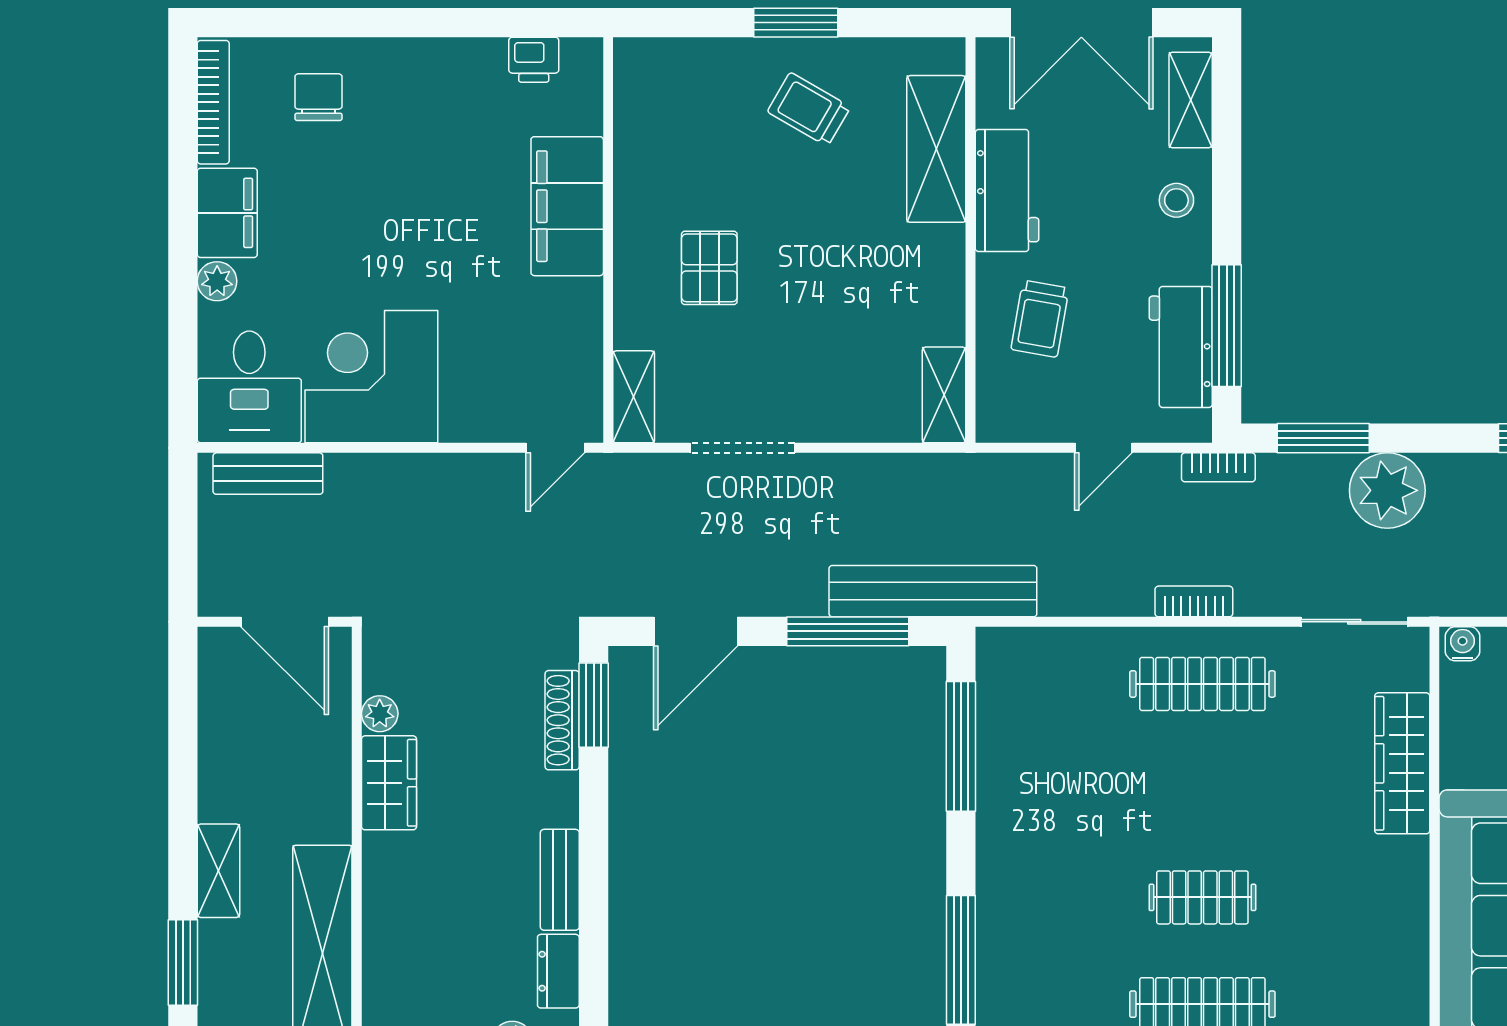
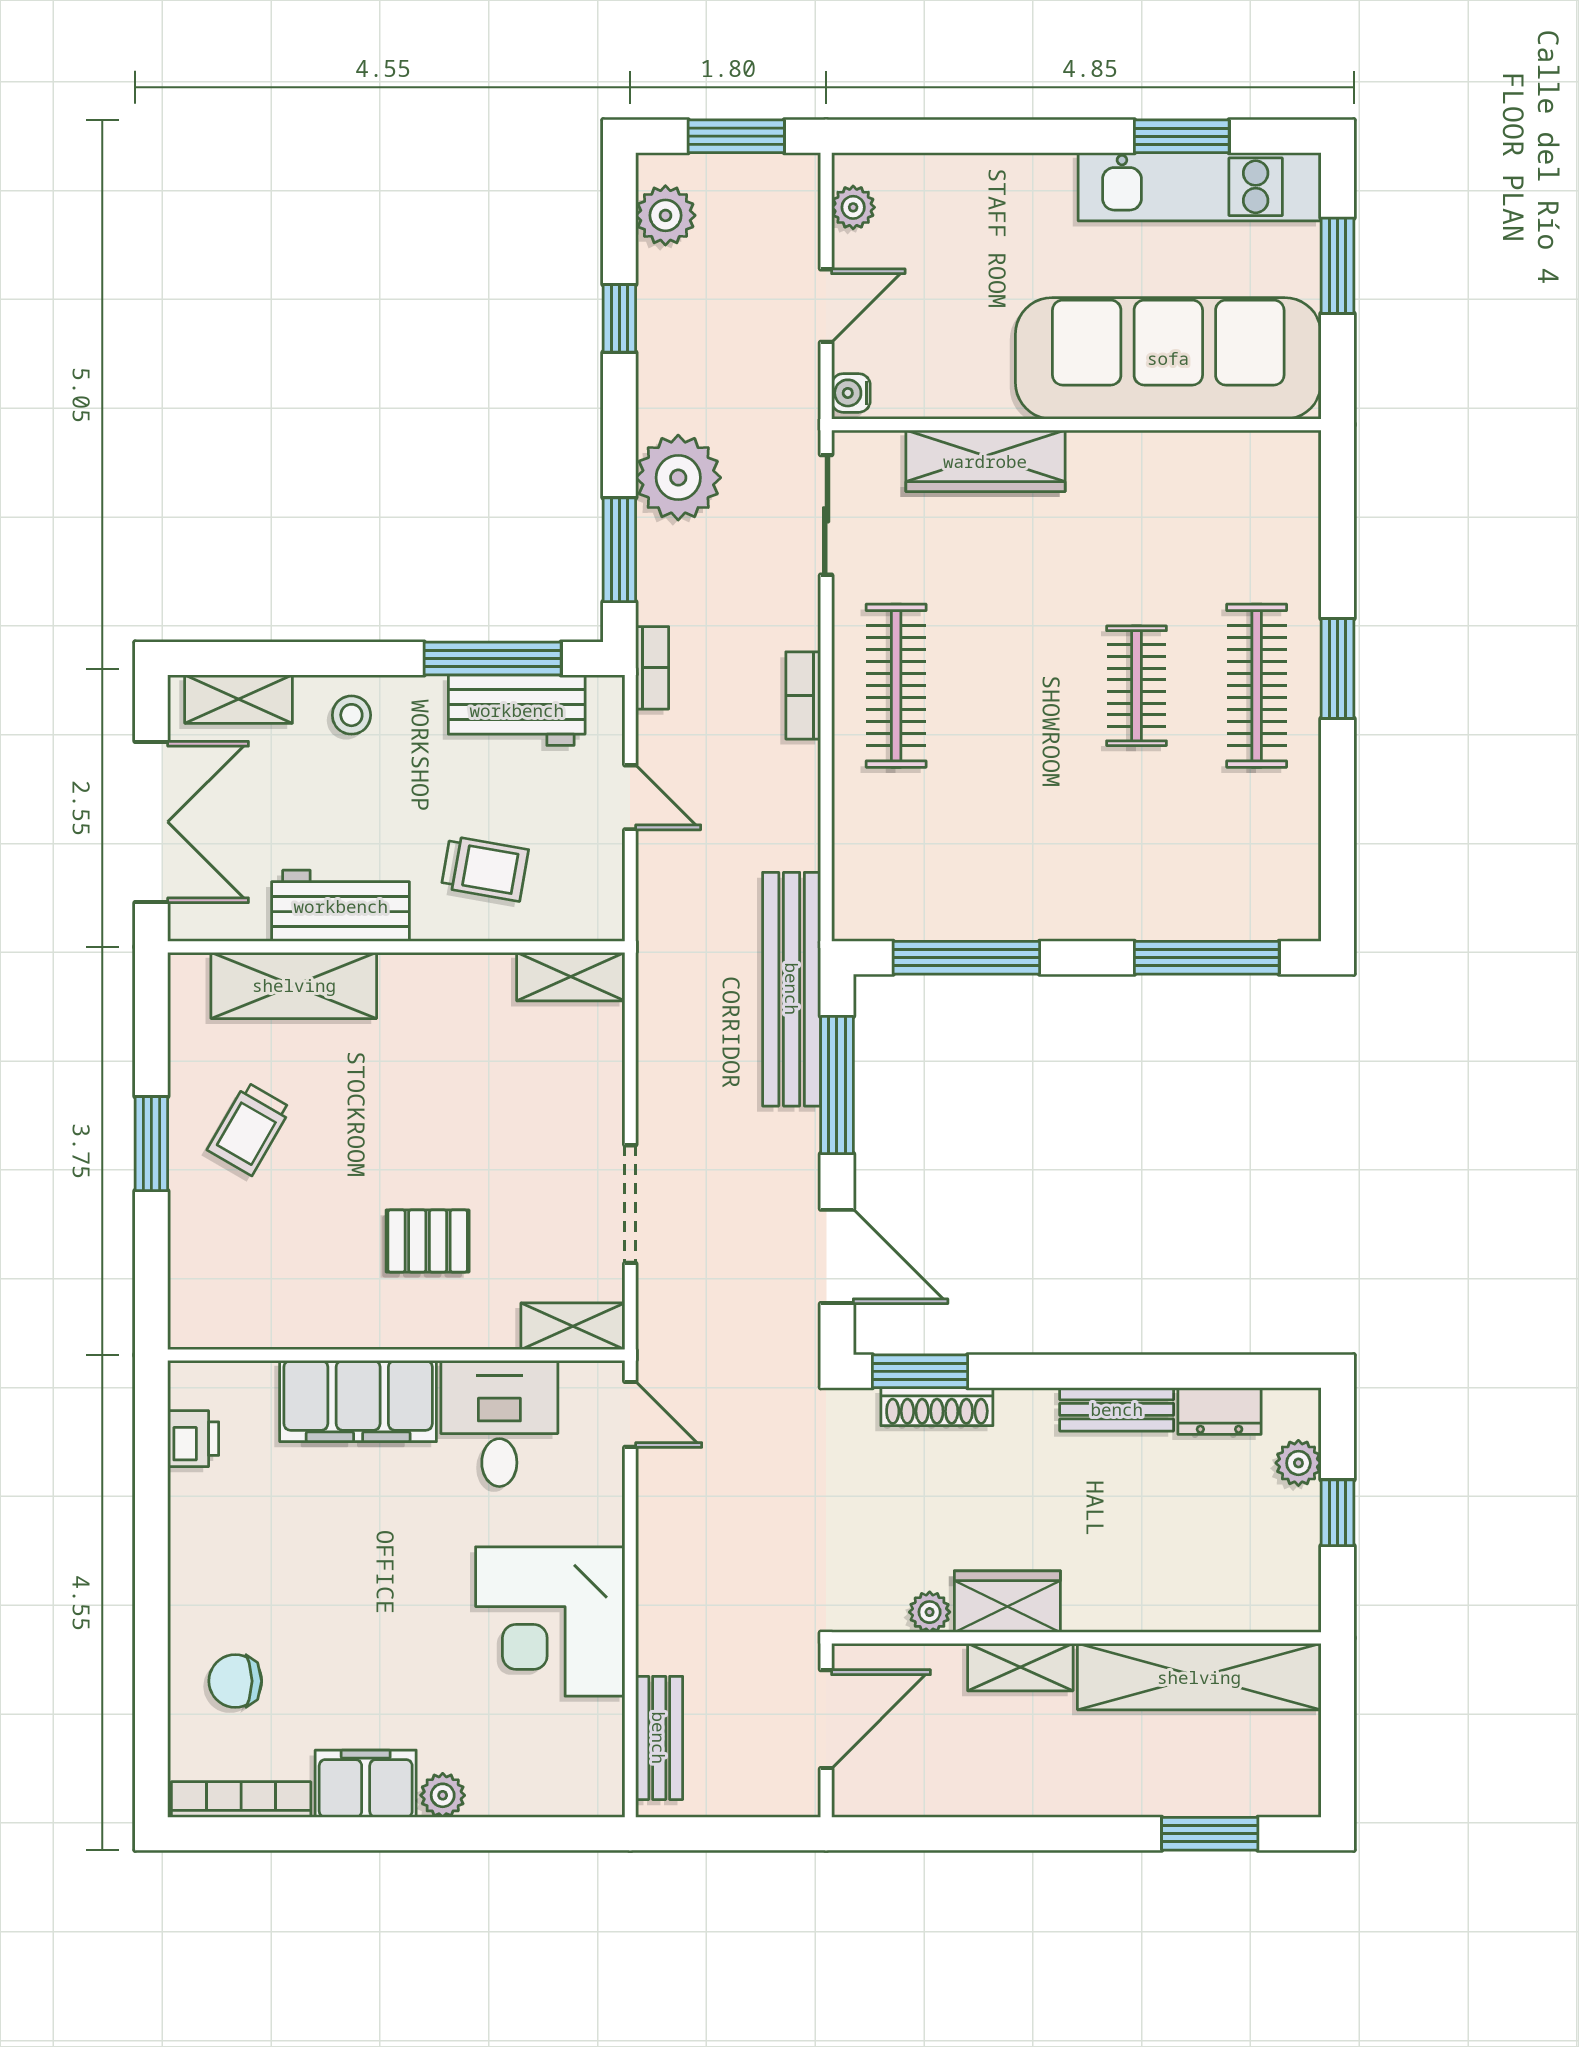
desk: (249, 387) -> (499, 1423), moved, turned -90
shelving: (218, 871) -> (1020, 1667), moved

